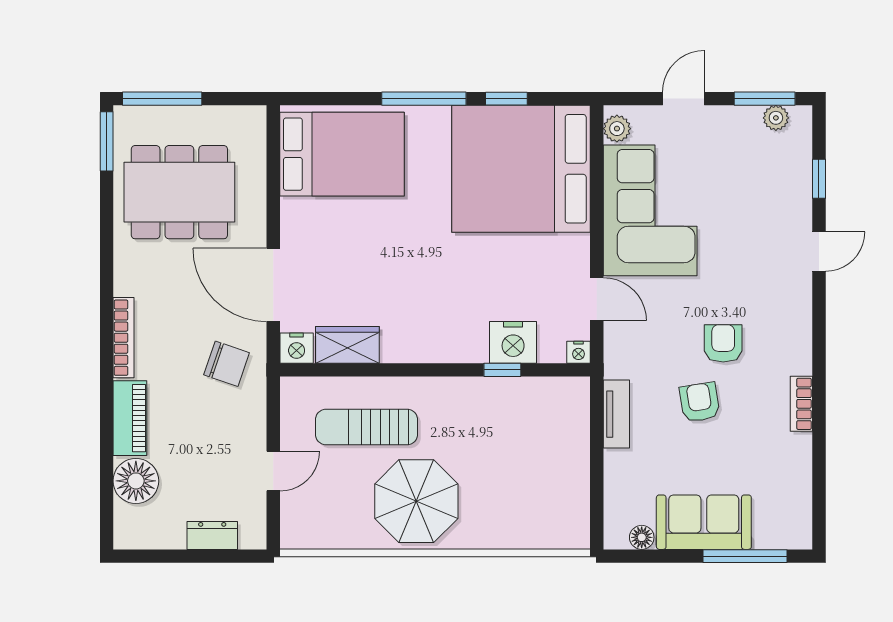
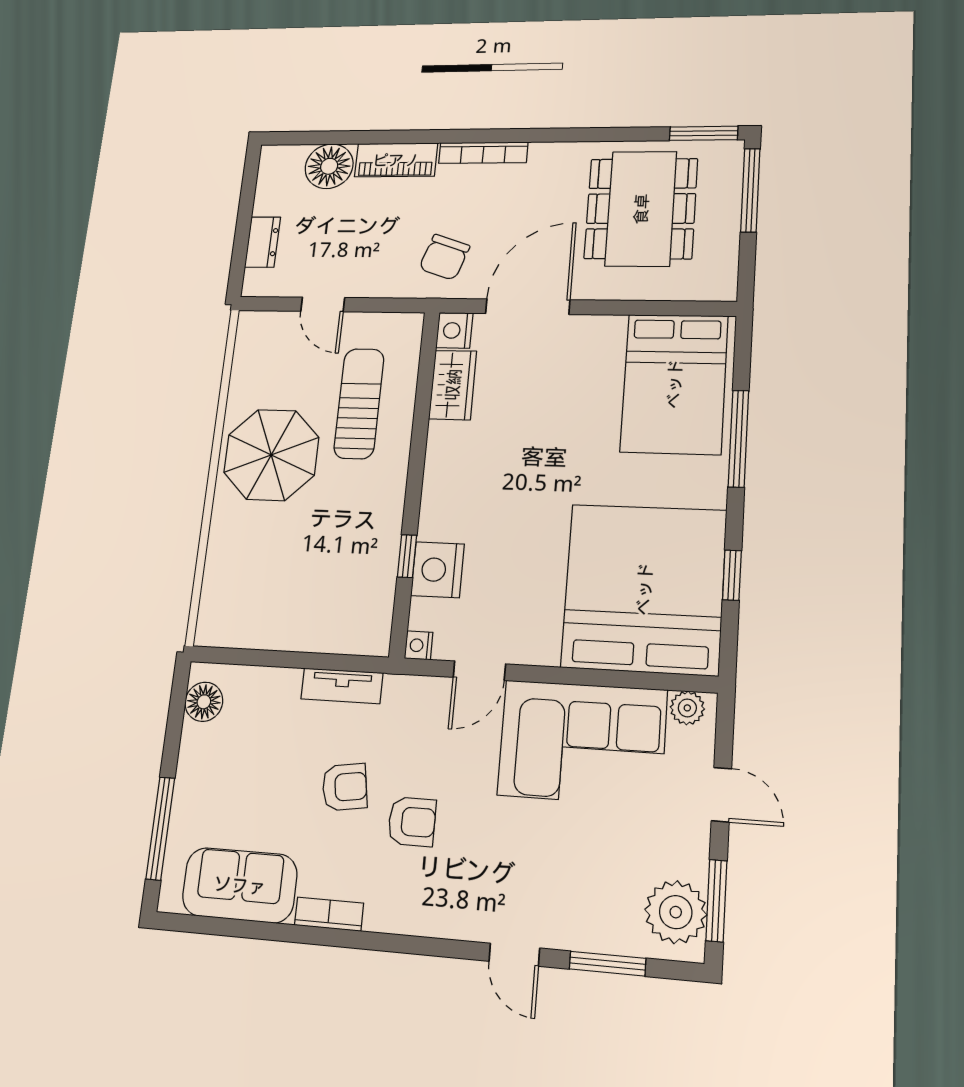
window: (424, 99) -> (738, 439), moved
plant: (776, 118) -> (676, 912), width x1.88, depth x1.88
window: (819, 179) -> (608, 964), width x1.50
sofa: (704, 522) -> (240, 885), moved, turned -90
floor lamp: (642, 537) -> (204, 702), width x1.37, depth x1.37

